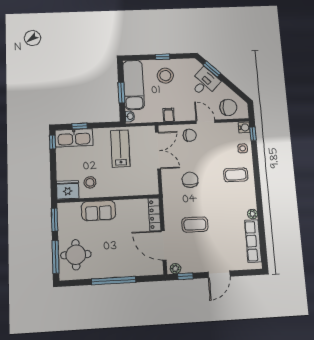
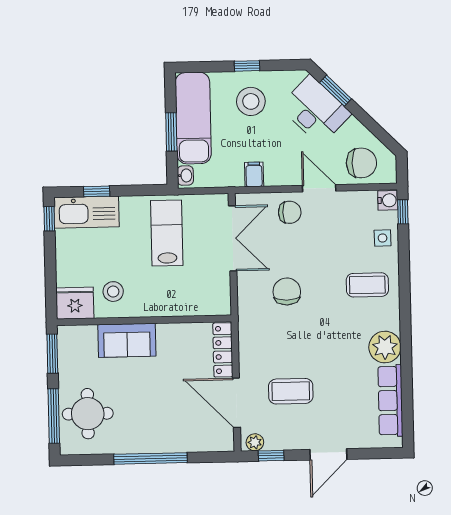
desk: (205, 82) -> (315, 110), width x1.37
plant: (252, 214) -> (385, 347), width x1.88, depth x1.88
coffee table: (195, 225) -> (291, 391), moved

